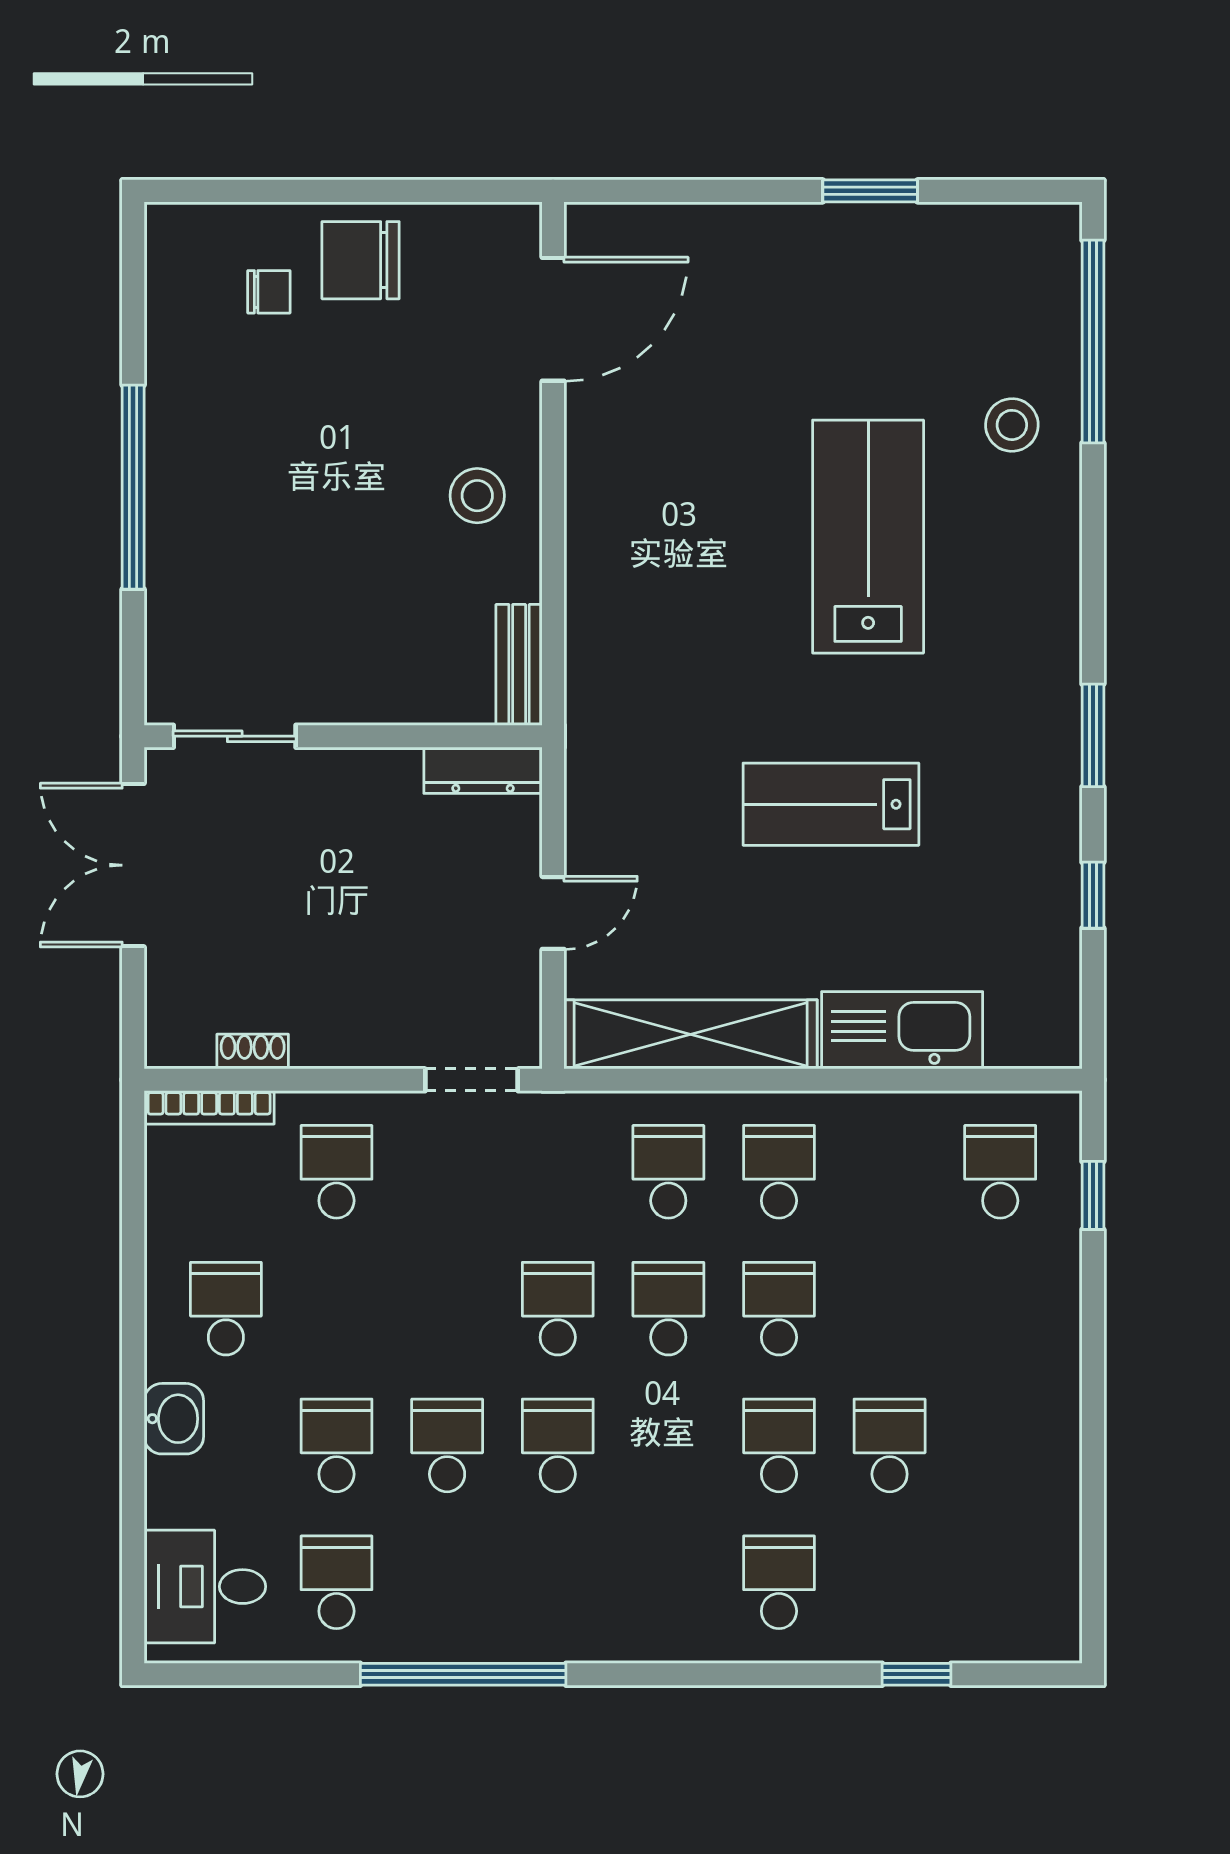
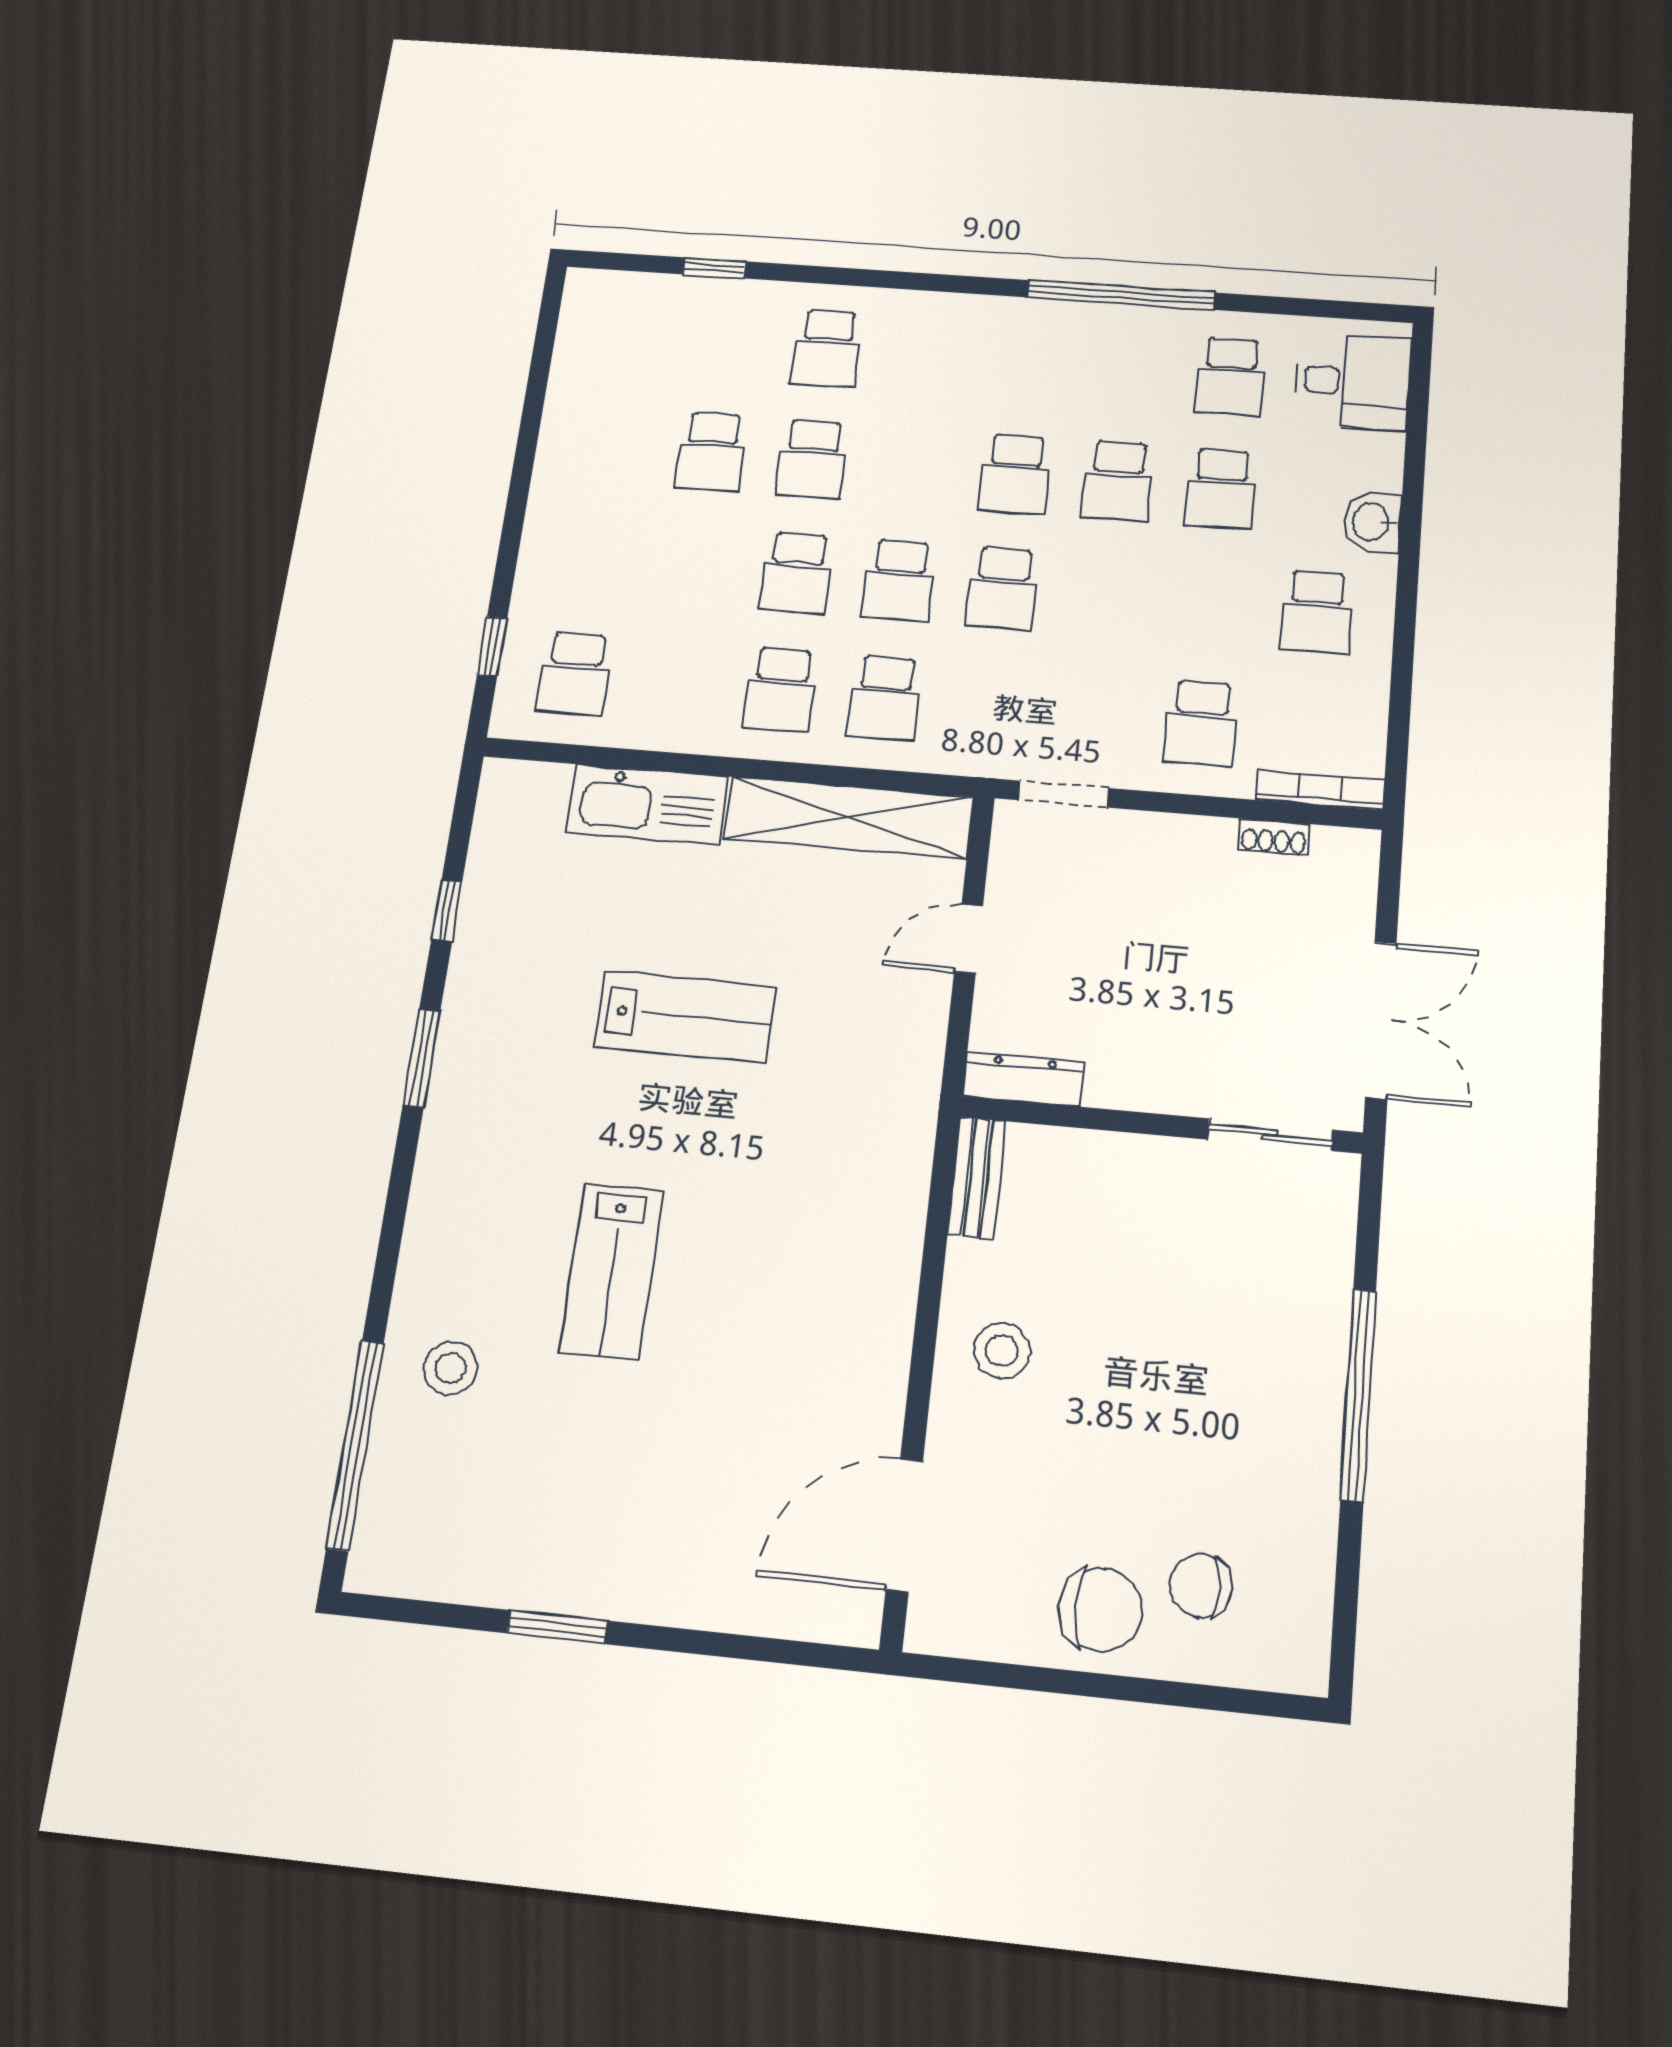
chair: (269, 292) -> (1201, 1586), width x1.37, depth x1.37
lab bench: (868, 537) -> (612, 1271), width x0.73, depth x0.72

